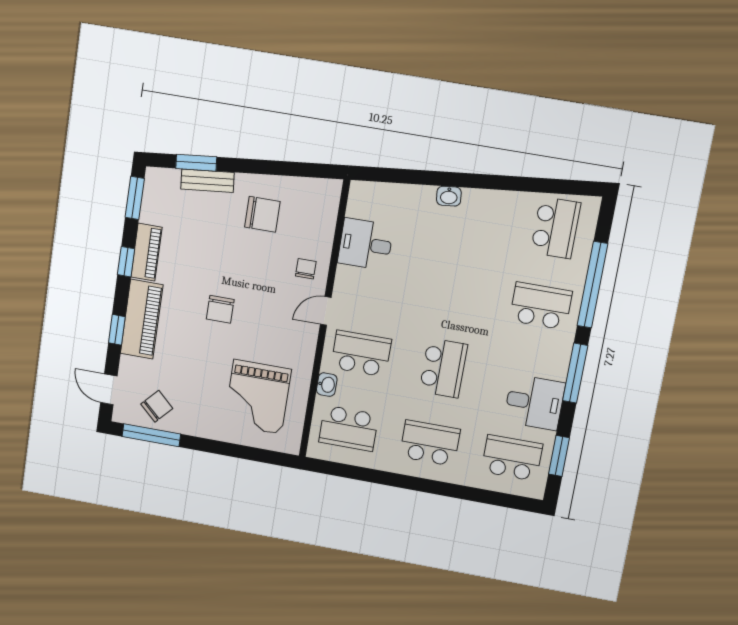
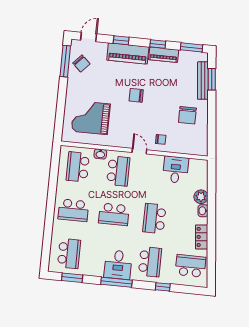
bench: (207, 181) -> (203, 81), width x1.36
plant: (421, 198) -> (201, 197), added
locker: (500, 202) -> (202, 237), added
school desk: (556, 228) -> (191, 266), turned 180
window: (592, 285) -> (163, 287), width x0.32
school desk: (457, 291) -> (154, 218), added
desk: (534, 402) -> (118, 265), moved
school desk: (430, 443) -> (73, 210), turned 90

